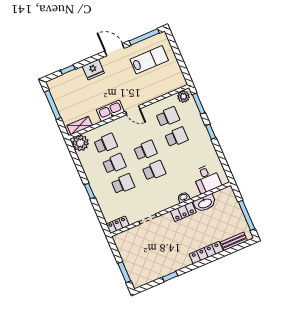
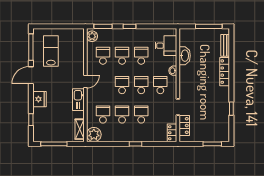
school desk: (185, 157) -> (141, 56), added
school desk: (163, 191) -> (160, 85), added
locker: (183, 212) -> (184, 125), moved

